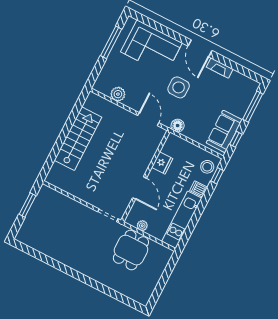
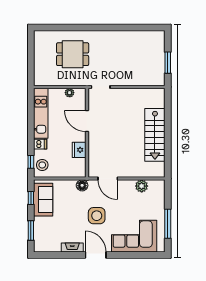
window: (253, 107) -> (31, 230), width x0.69
dining table: (131, 250) -> (73, 54), moved, turned 90

